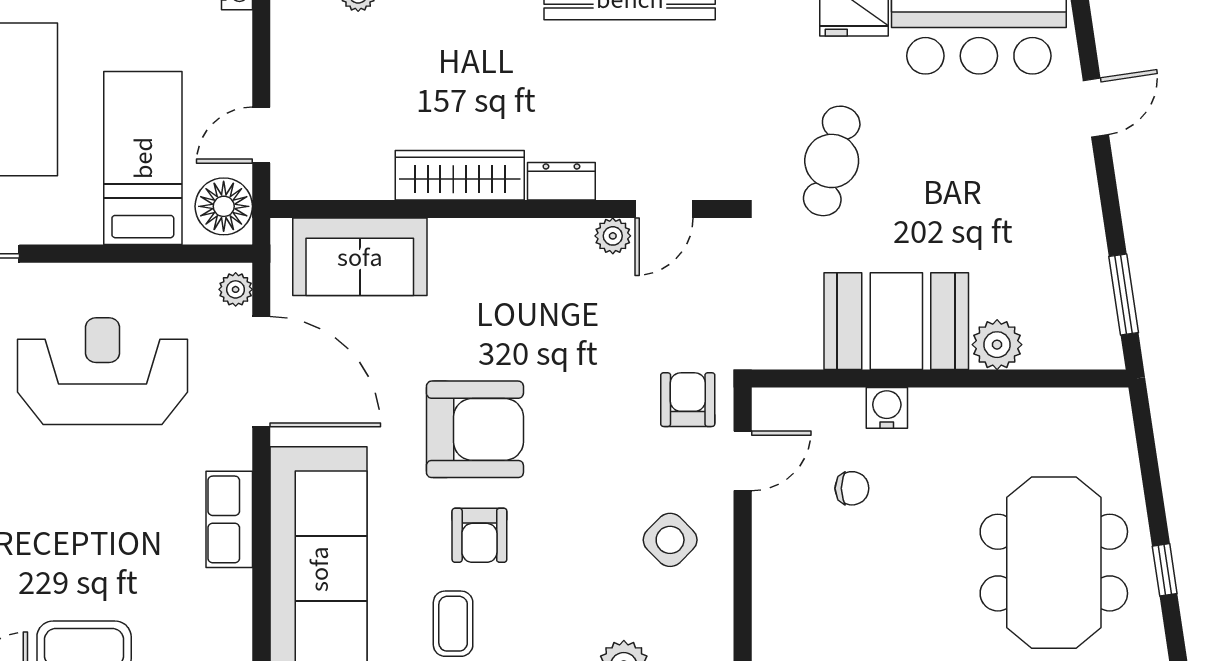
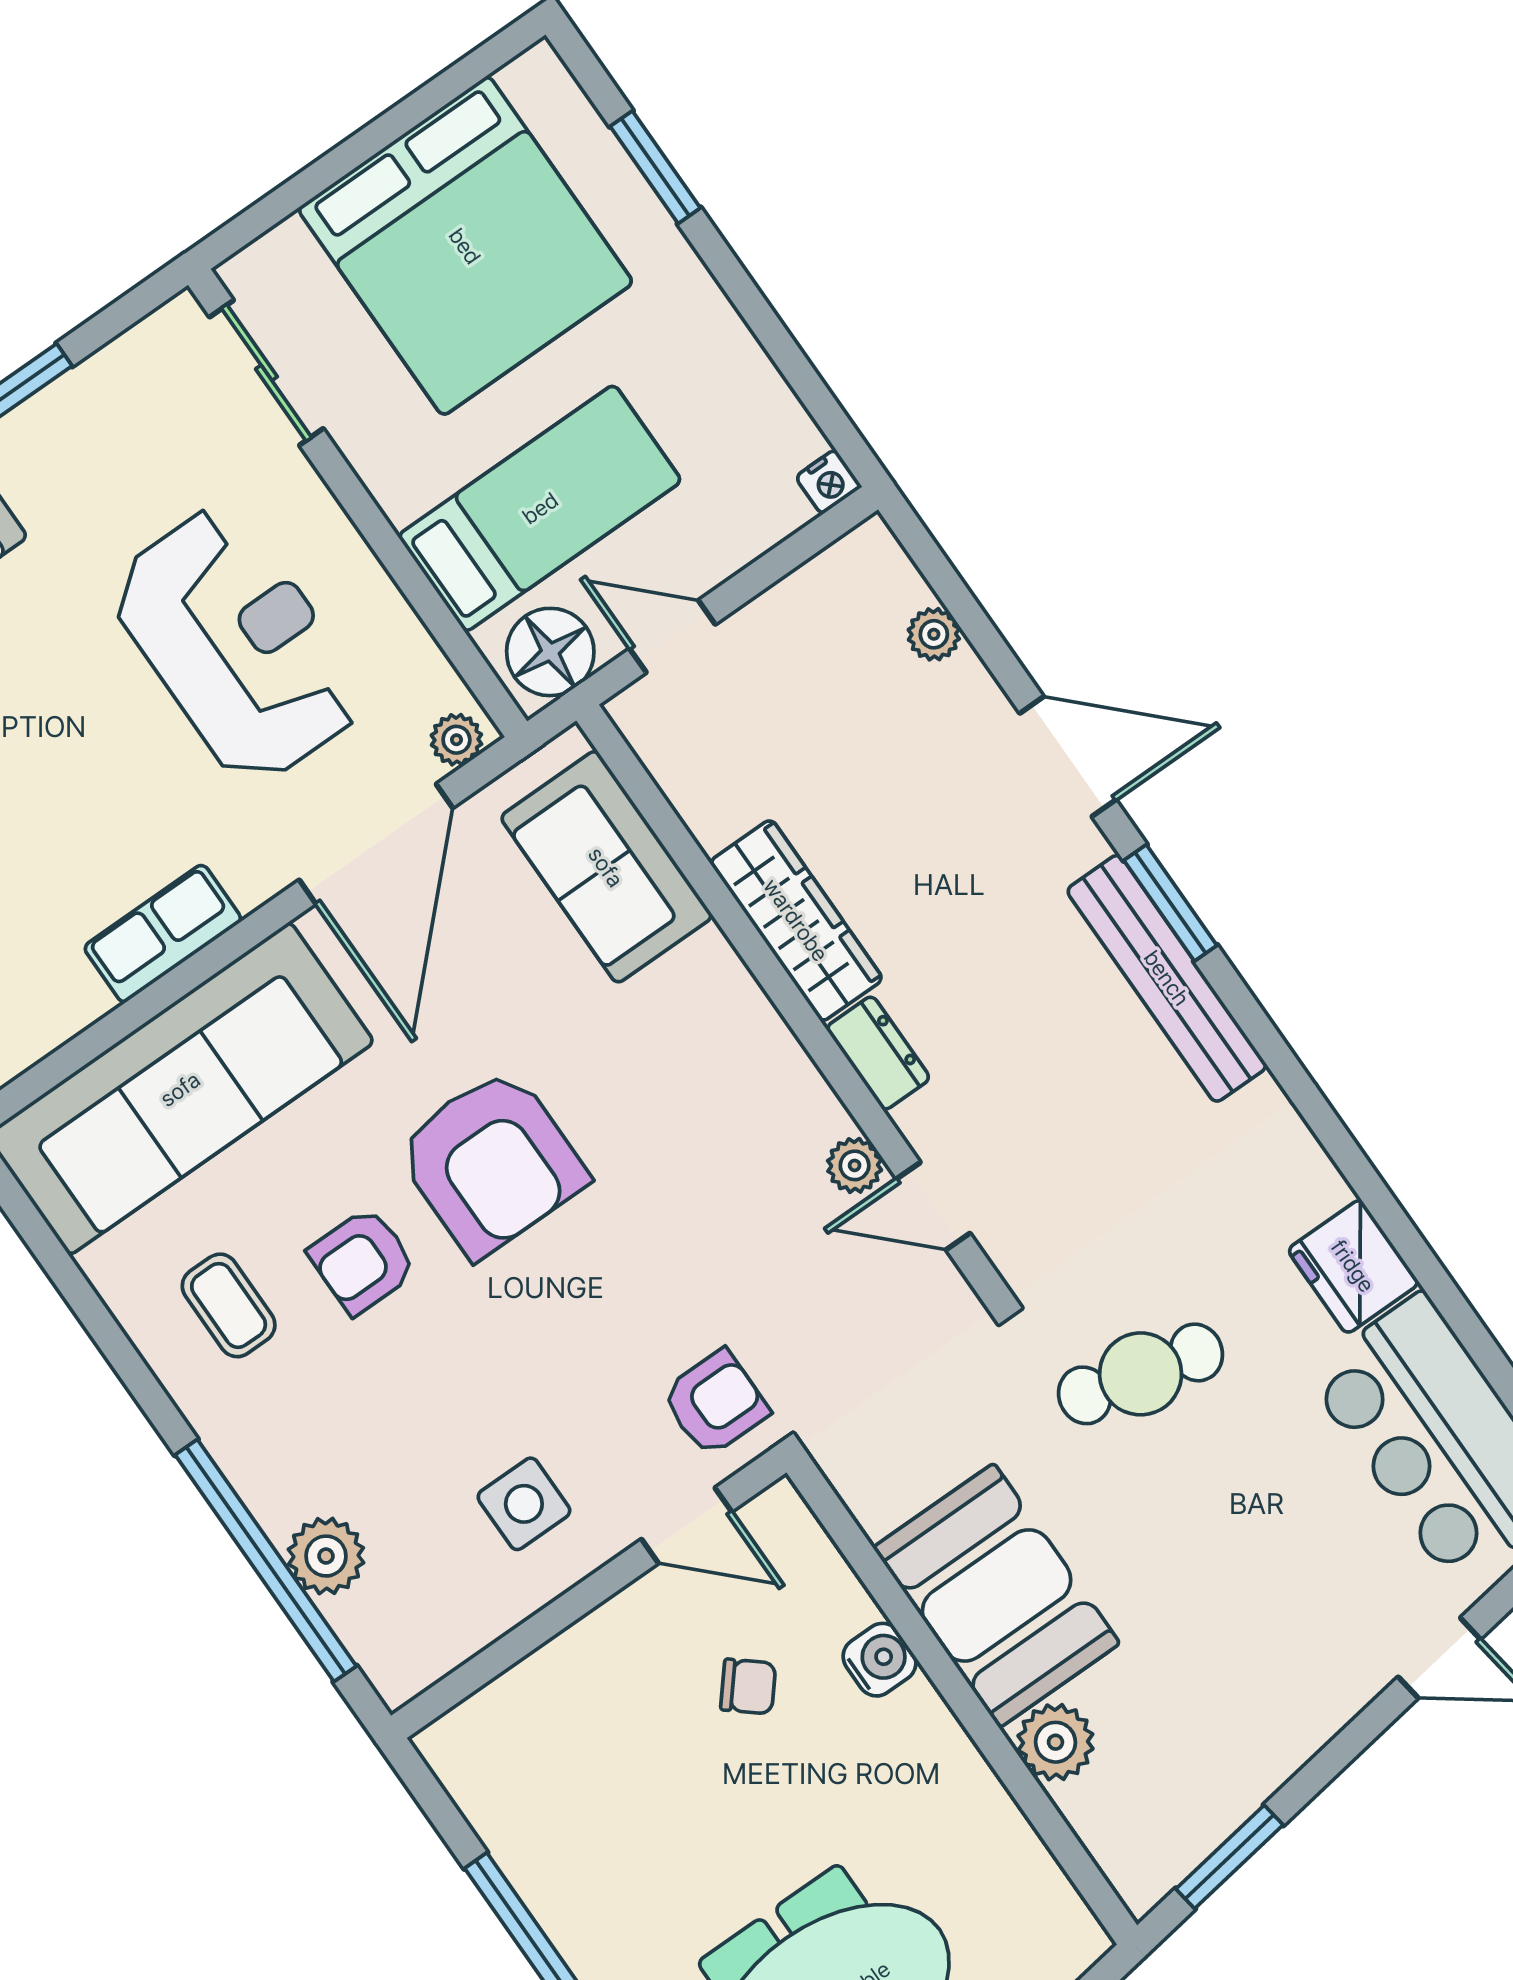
chair: (852, 488) -> (748, 1686), turned -50
side table: (670, 540) -> (524, 1504), turned 45
coffee table: (453, 624) -> (229, 1305), turned 90

